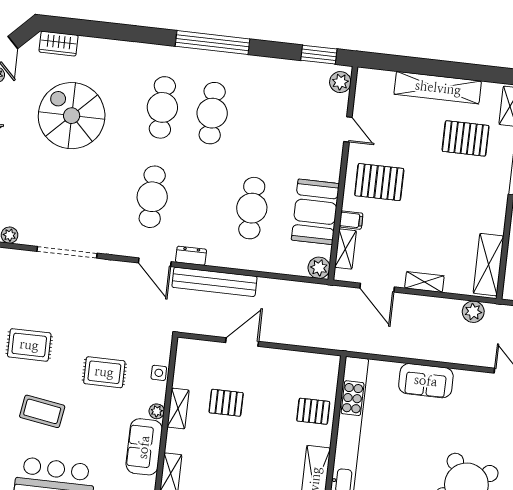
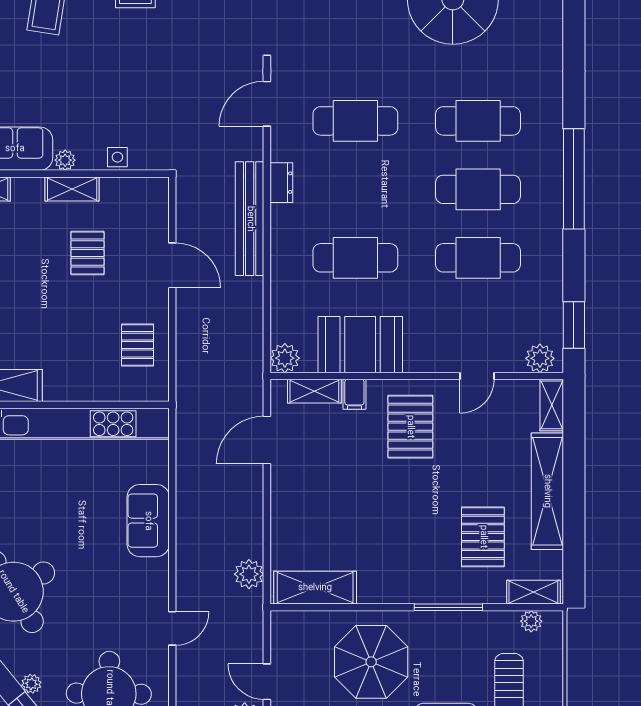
cafe table: (262, 119) -> (478, 258), added
door: (155, 262) -> (267, 104), moved
shelving: (424, 282) -> (552, 405), moved
rug: (104, 372) -> (110, 83), removed
pallet: (313, 411) -> (137, 345), moved

